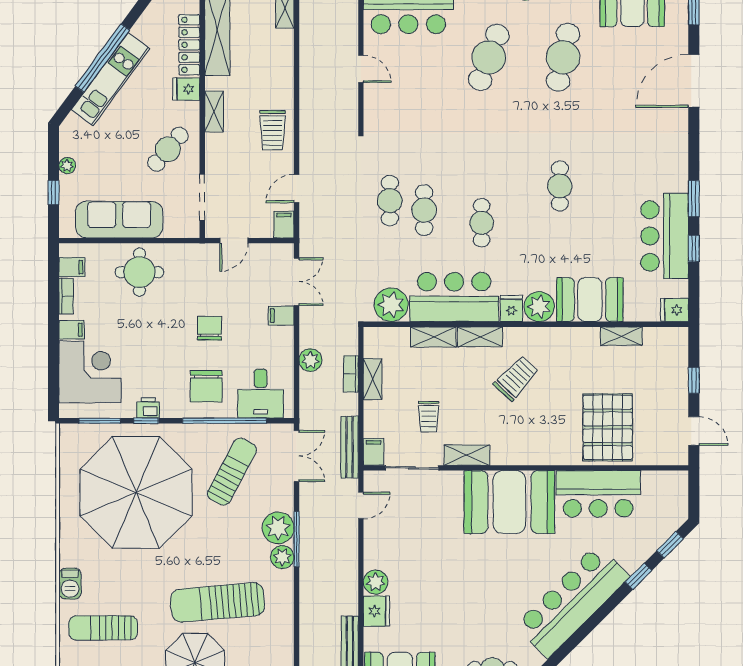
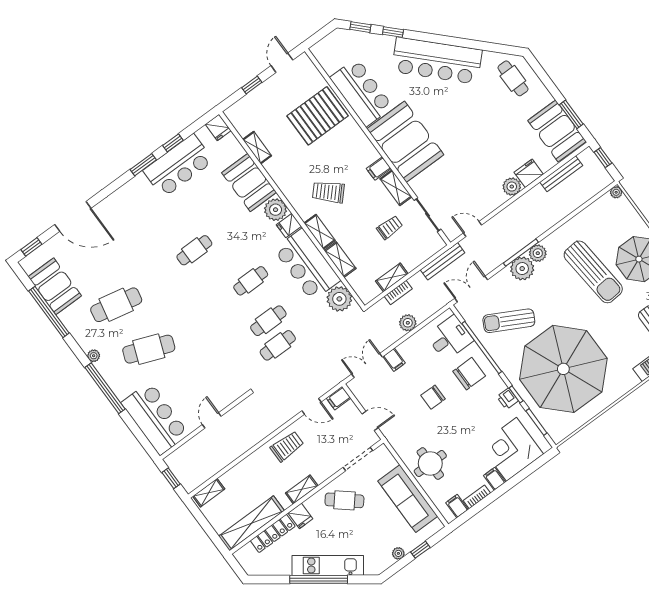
filing cabinet: (374, 452) -> (379, 168), moved

